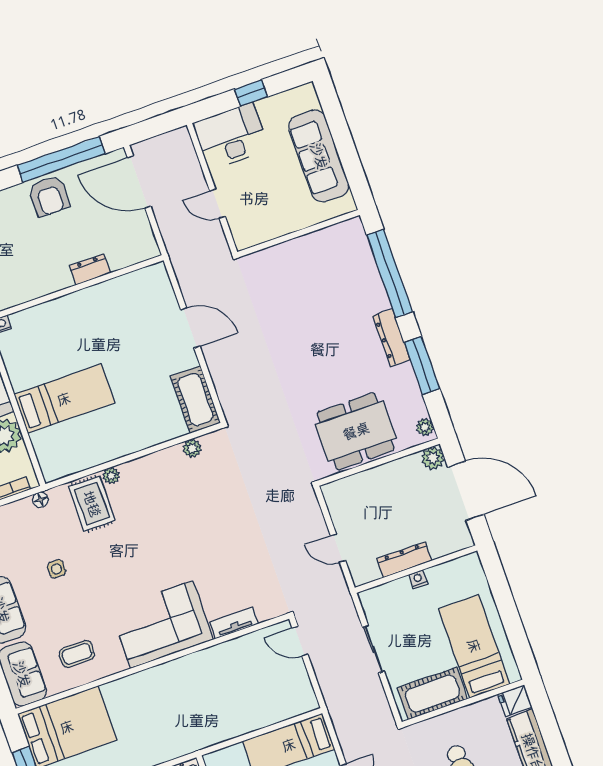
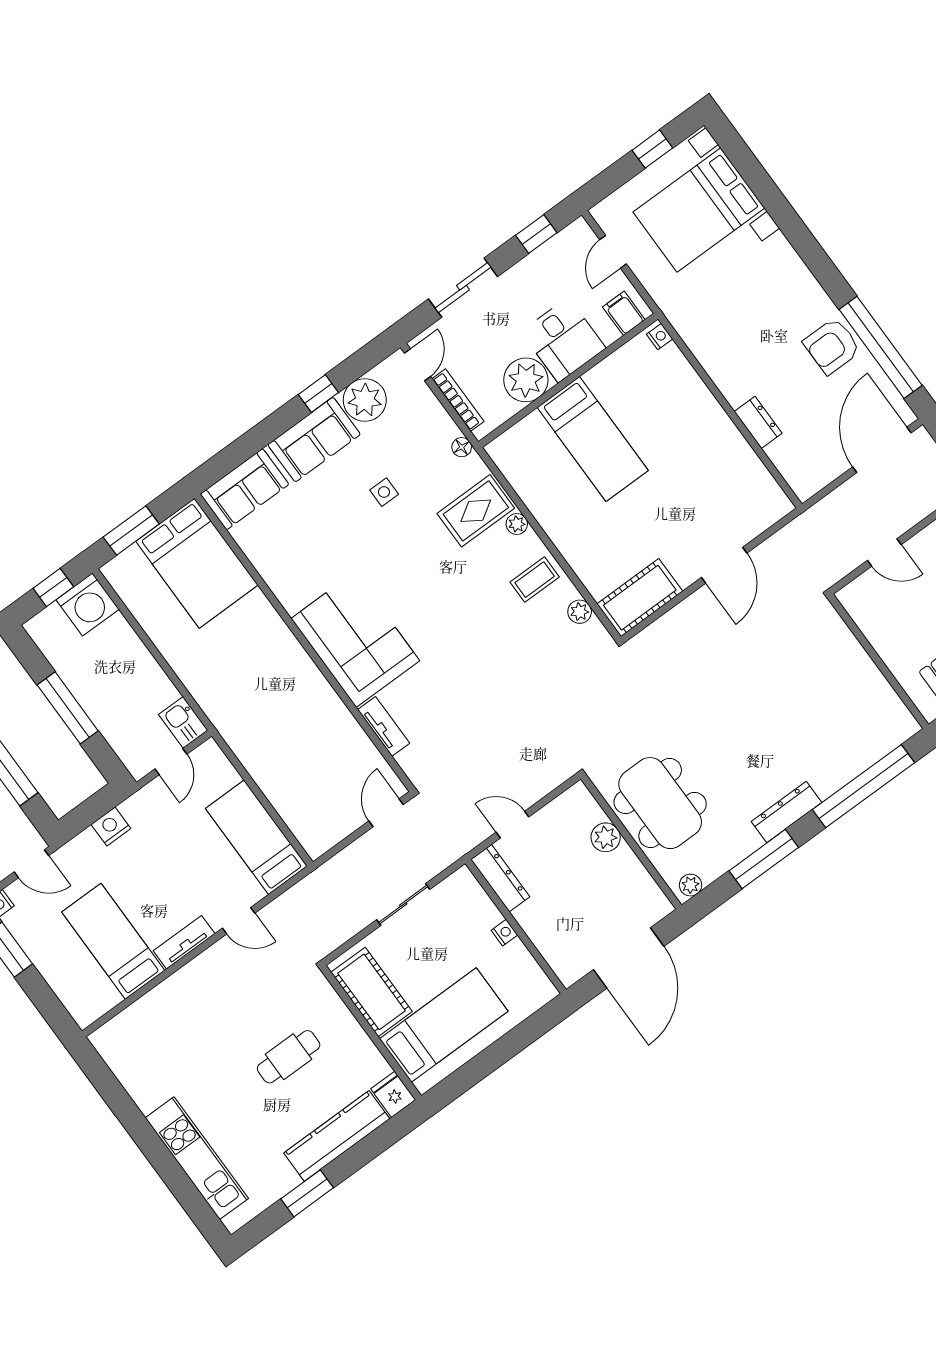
door: (217, 204) -> (884, 552), swing flipped
plant: (433, 458) -> (606, 837), moved
door: (338, 548) -> (513, 825), hinge flipped
dresser: (404, 560) -> (500, 878), moved
coffee table: (77, 654) -> (535, 580), moved, turned 90

